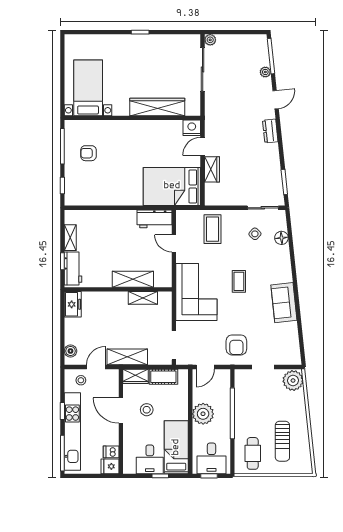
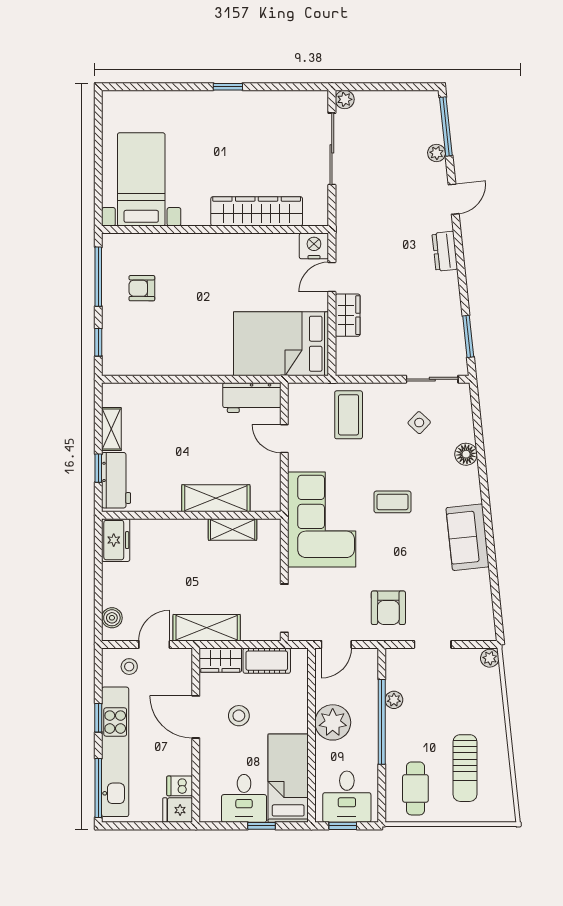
floor lamp: (281, 238) -> (466, 454), moved
coffee table: (239, 281) -> (392, 502), turned 90
plant: (293, 380) -> (490, 658), width x0.53, depth x0.53
plant: (240, 400) -> (394, 700), added

